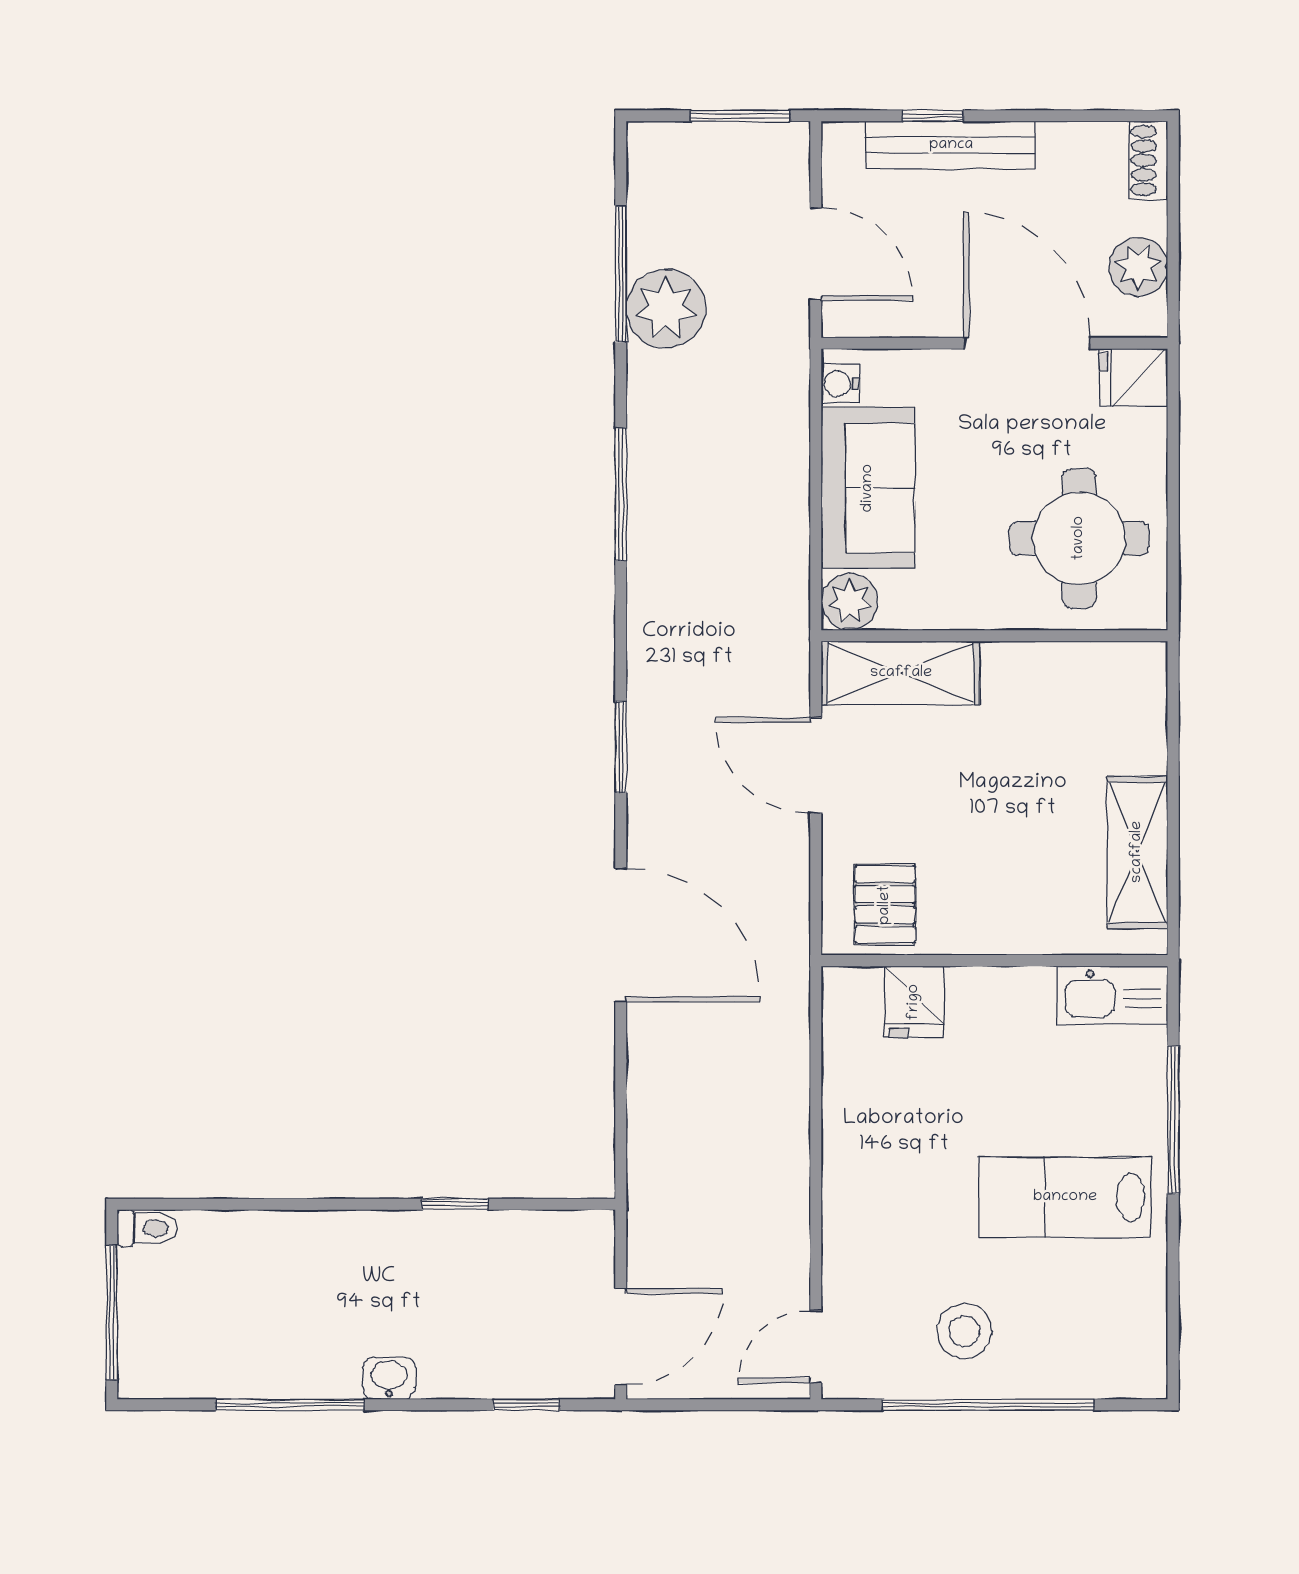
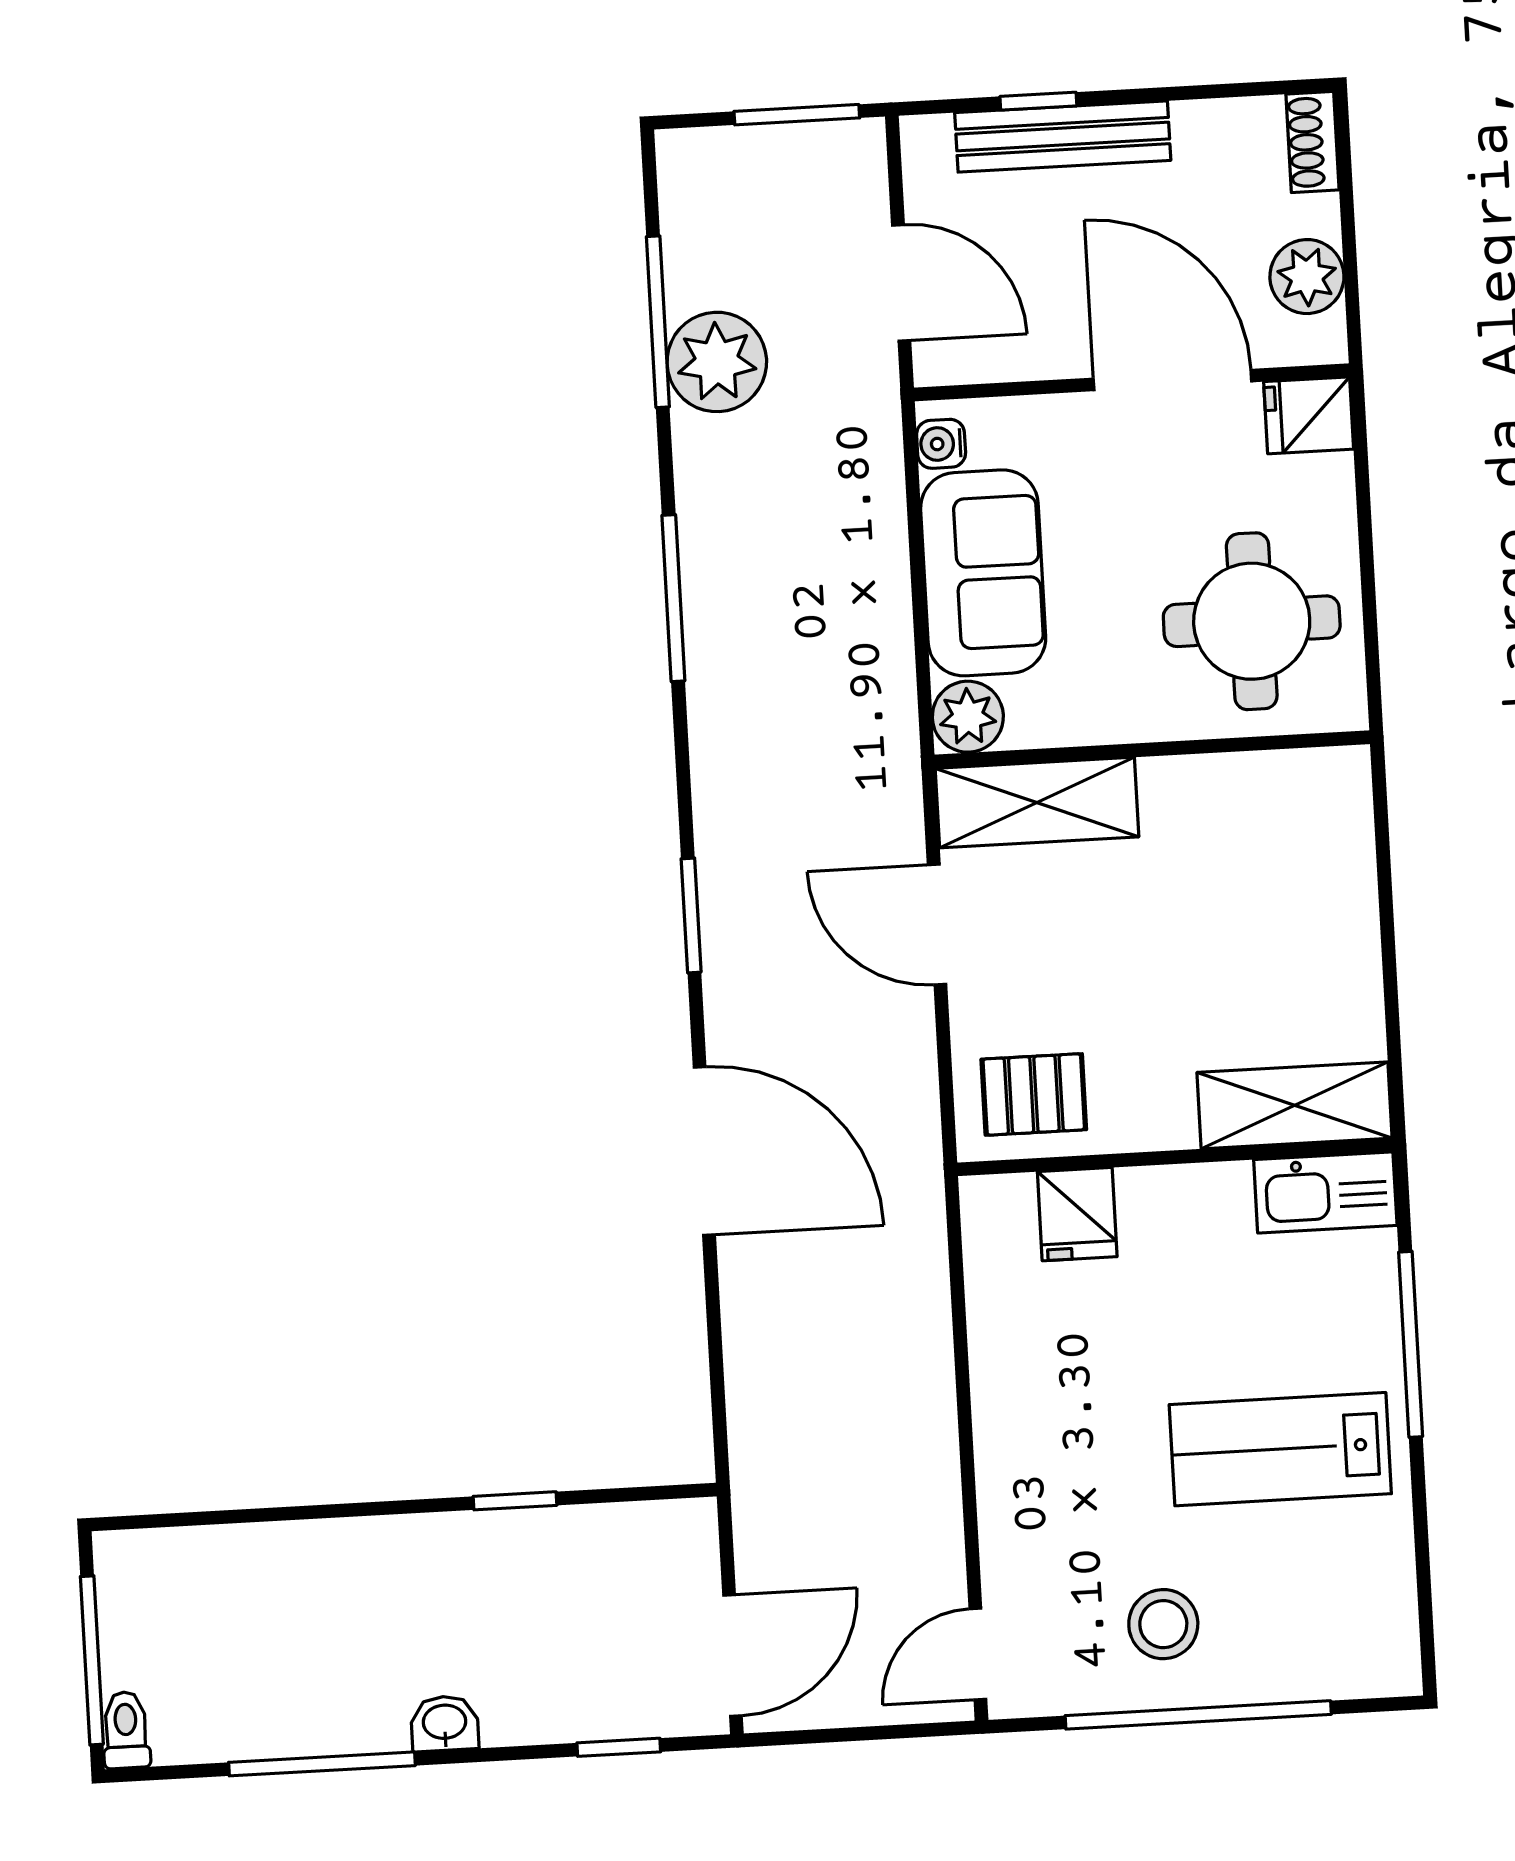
shelving: (1137, 852) -> (1295, 1105), moved, turned 90
pallet: (885, 905) -> (1034, 1094), turned 90
toilet: (147, 1228) -> (126, 1730), moved, turned -90

